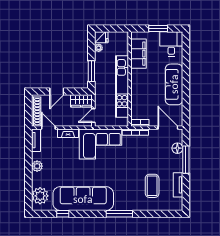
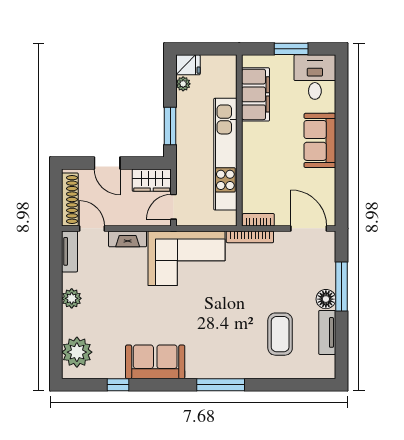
sofa: (174, 84) -> (320, 140), width x0.73
door: (57, 91) -> (107, 163), hinge flipped
floor lamp: (177, 148) -> (326, 299), moved
sofa: (83, 199) -> (155, 362), width x0.54, depth x0.79

